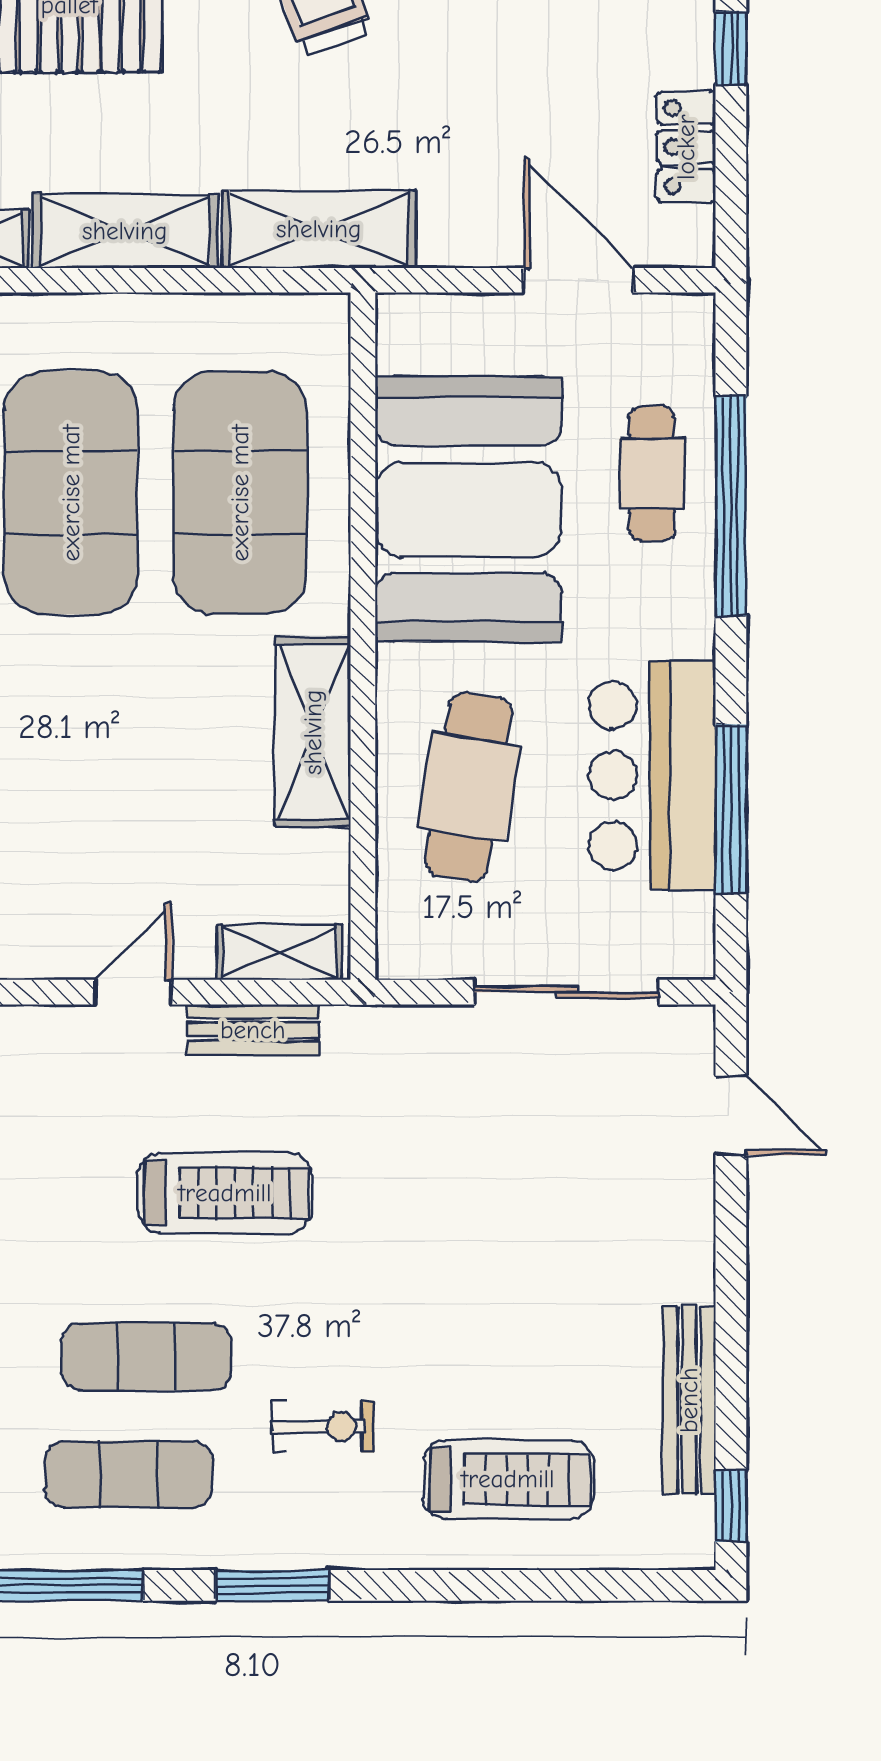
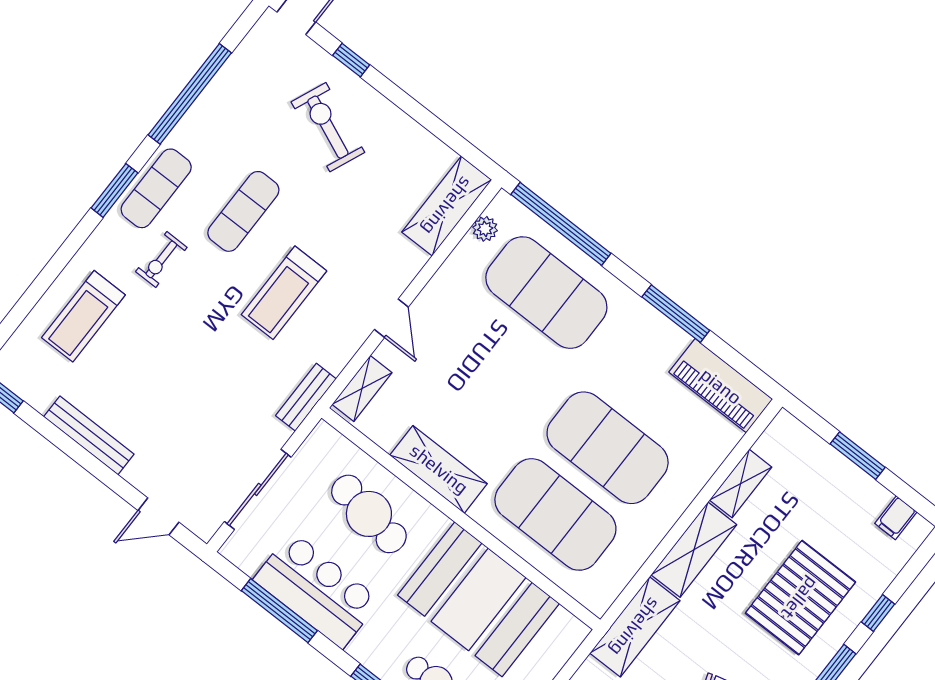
bench: (253, 1030) -> (306, 397), moved
bench: (689, 1400) -> (89, 435), moved
exercise mat: (129, 1474) -> (156, 188), moved

